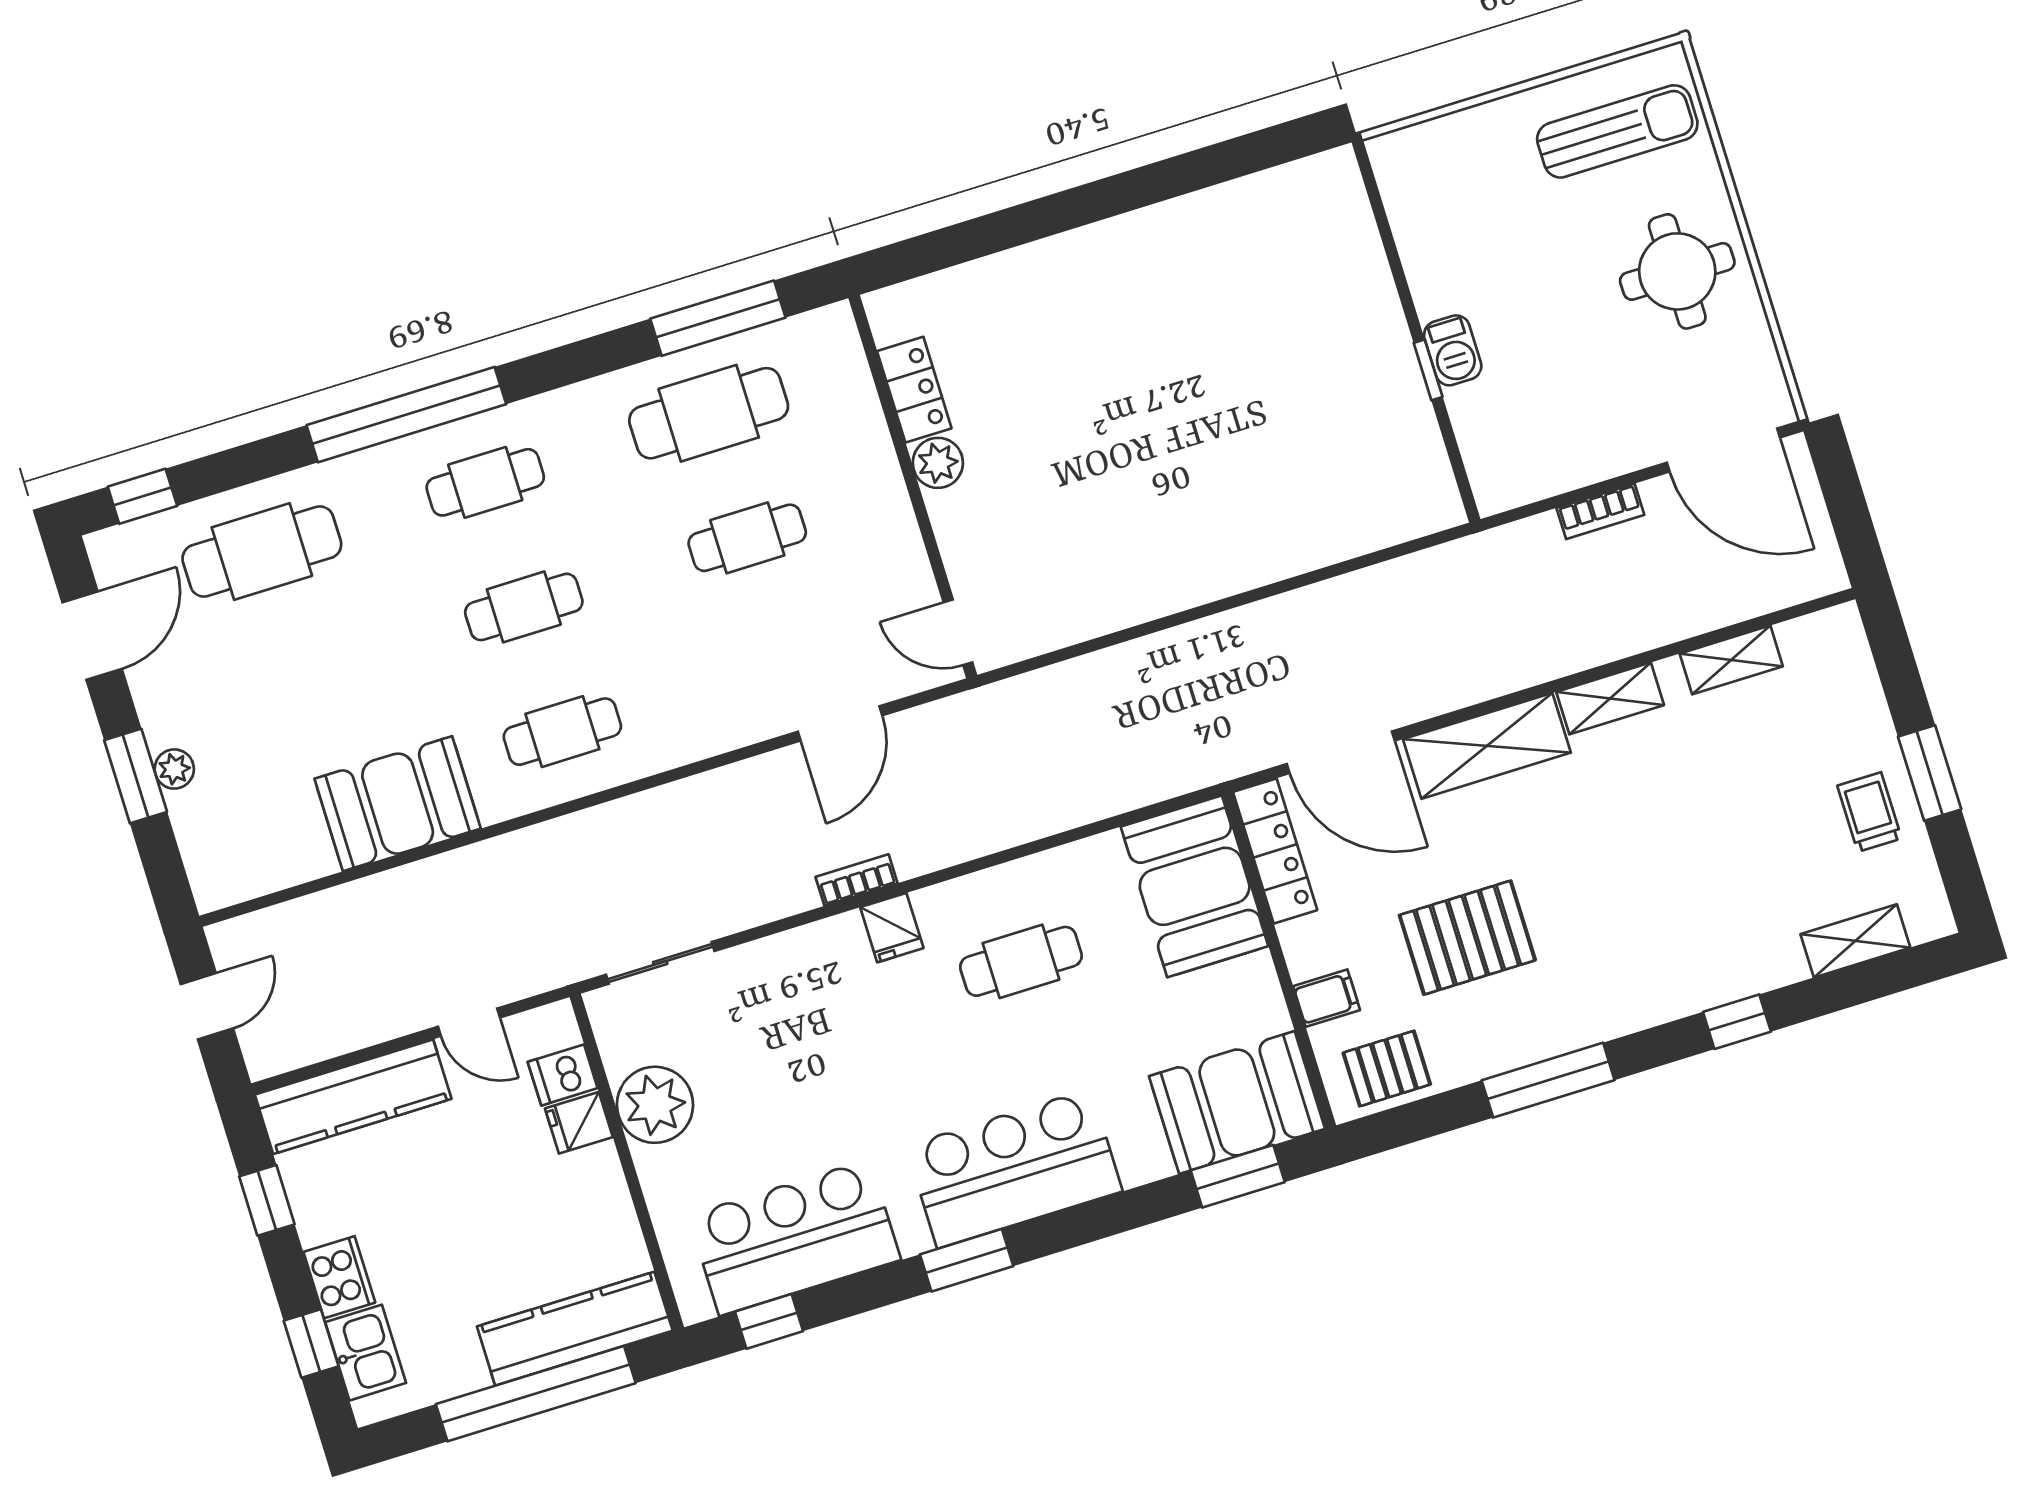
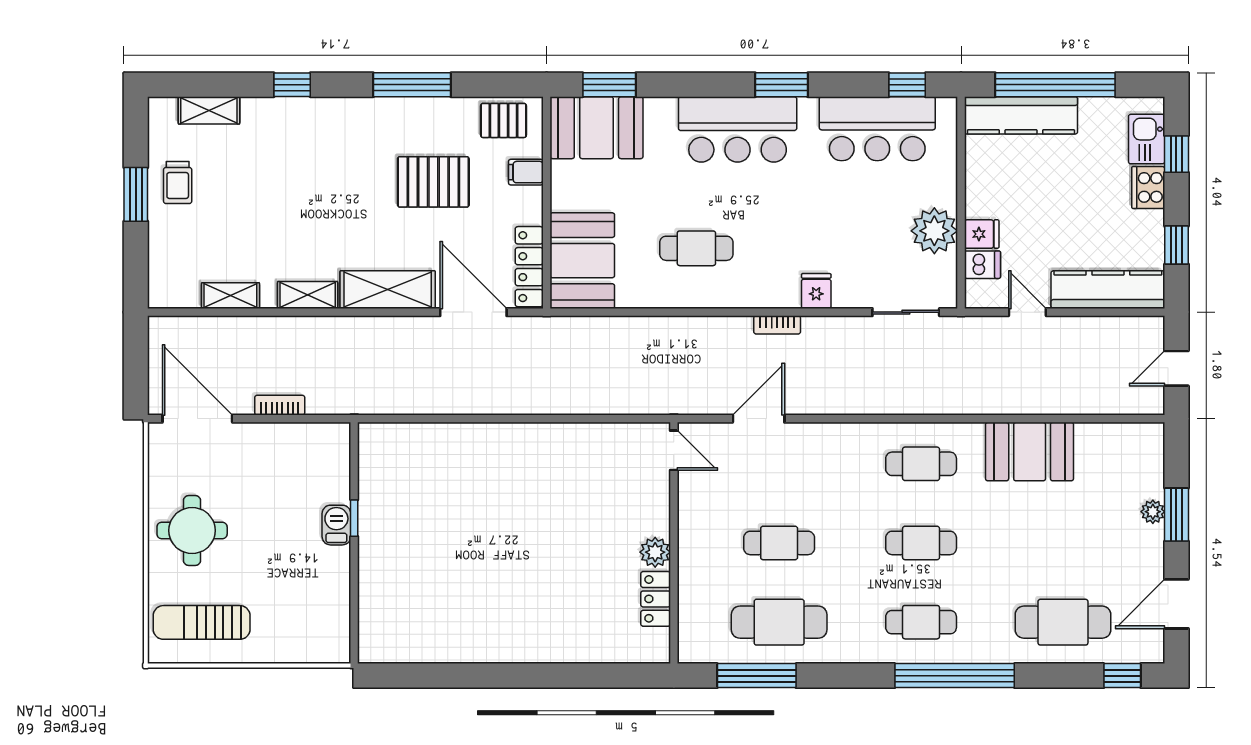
fridge: (892, 928) -> (816, 291), moved

